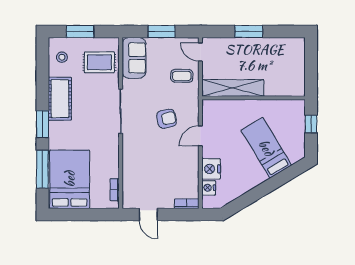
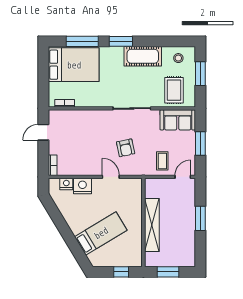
window: (311, 69) -> (168, 272), added
shelving: (233, 88) -> (152, 225), moved

